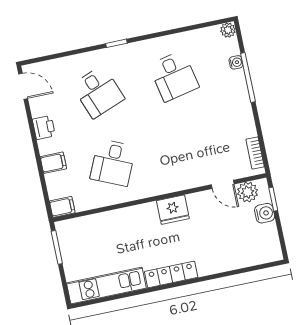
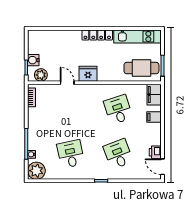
plant: (228, 30) -> (36, 171), width x1.88, depth x1.88
printer: (44, 127) -> (155, 152), moved
desk: (113, 163) -> (118, 110), turned -42
door: (223, 184) -> (67, 83), moved
filing cabinet: (62, 207) -> (154, 95), width x2.00
cafe table: (90, 237) -> (141, 68), added

